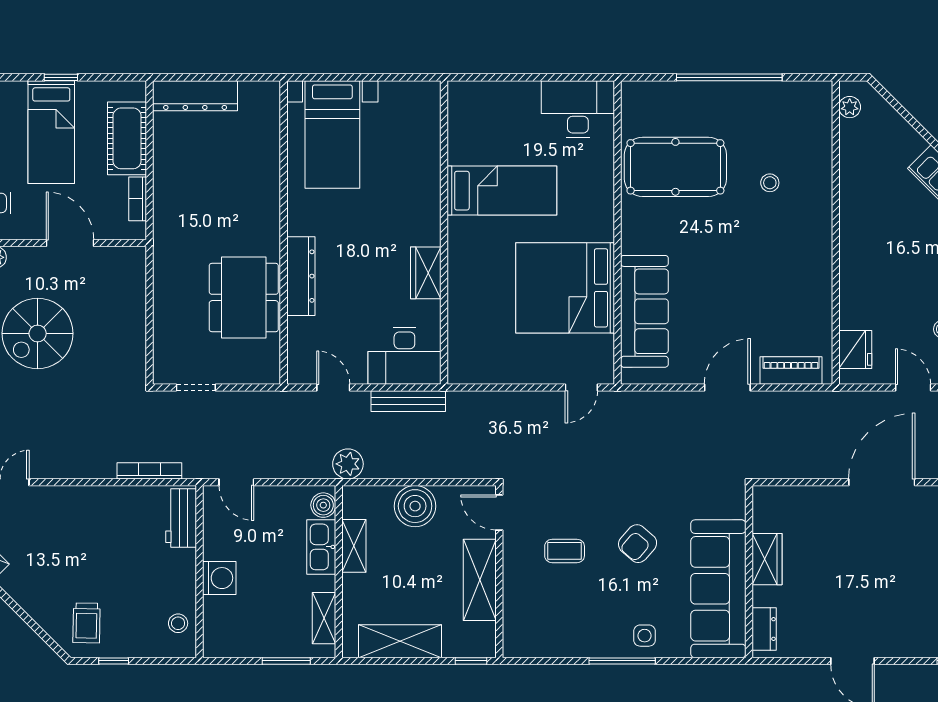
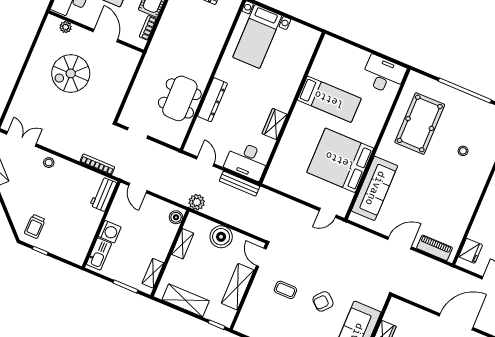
pool table: (675, 167) -> (420, 123), turned 90
kitchen sink: (321, 547) -> (99, 254), moved, turned 180
stool: (178, 623) -> (49, 163), moved

